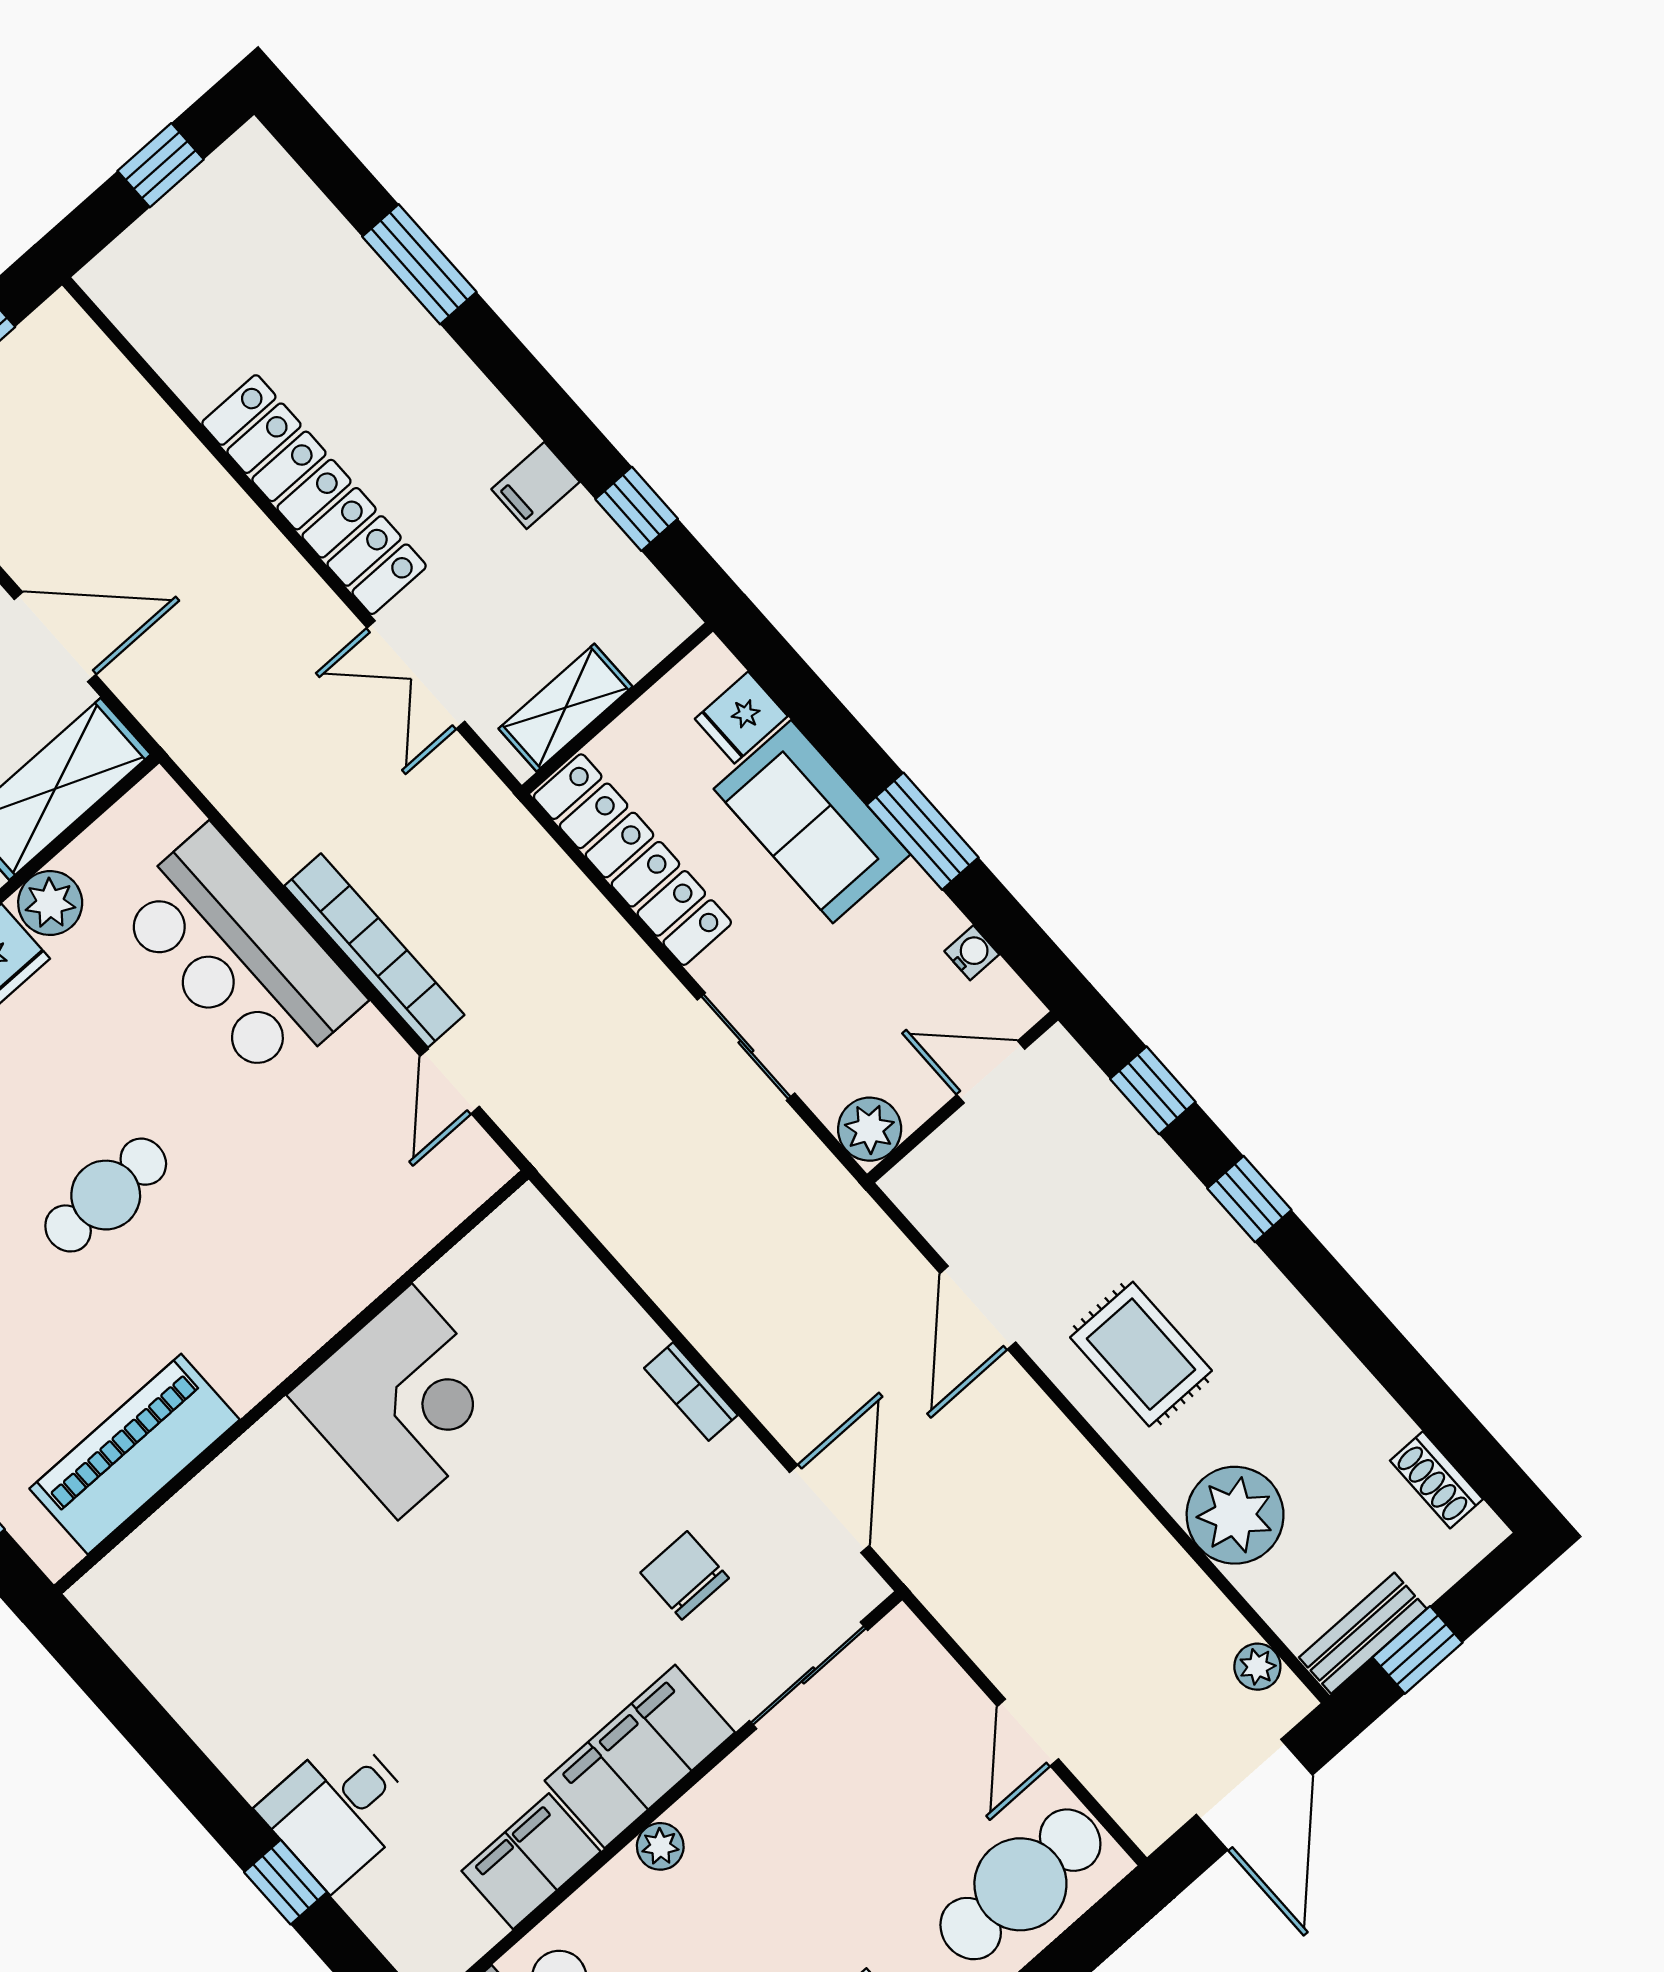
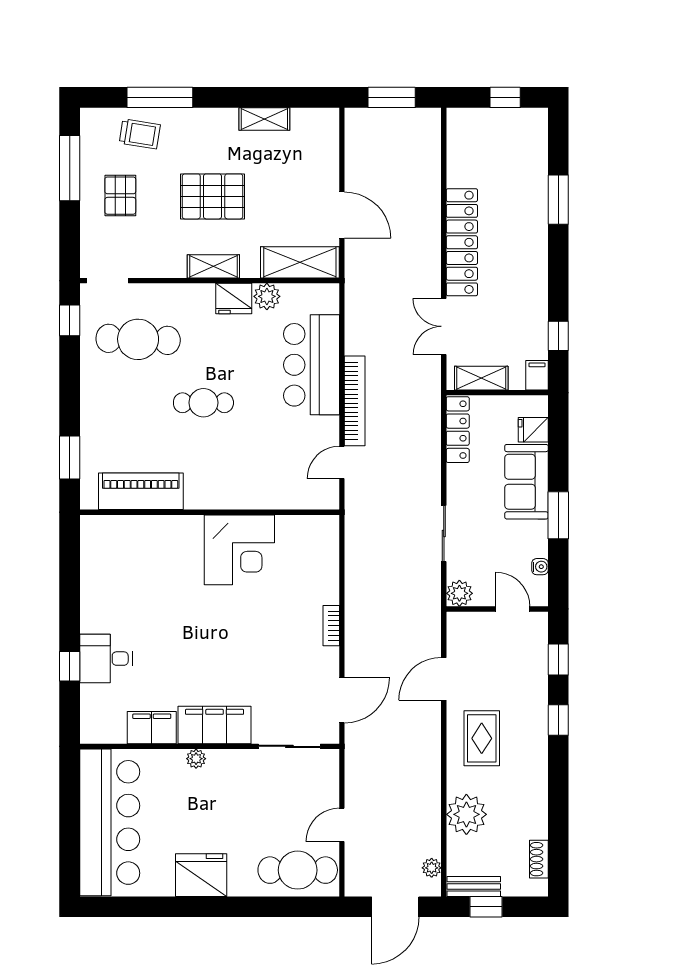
filing cabinet: (536, 486) -> (537, 375), moved, turned 90
locker: (632, 860) -> (458, 430), width x0.71, depth x0.83
chair: (685, 1575) -> (279, 681), removed

